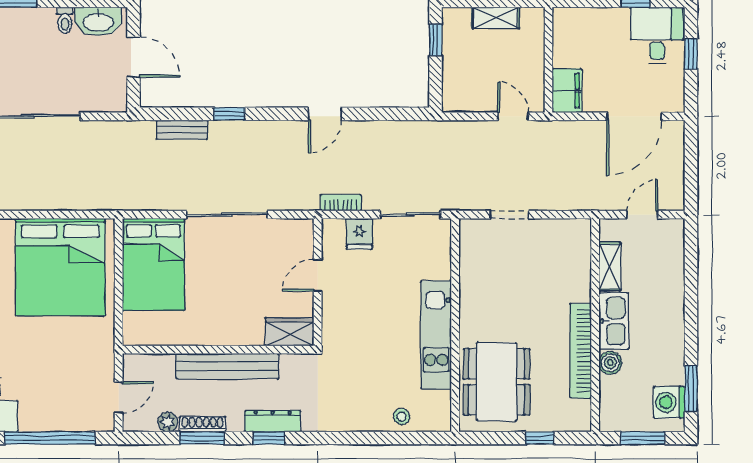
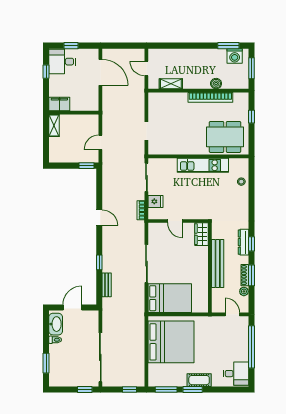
shelving: (496, 18) -> (54, 125), moved
window: (436, 40) -> (86, 166), moved
filing cabinet: (567, 91) -> (59, 104), moved
door: (513, 116) -> (100, 142), moved
kitchen sink: (614, 321) -> (196, 82), removed

